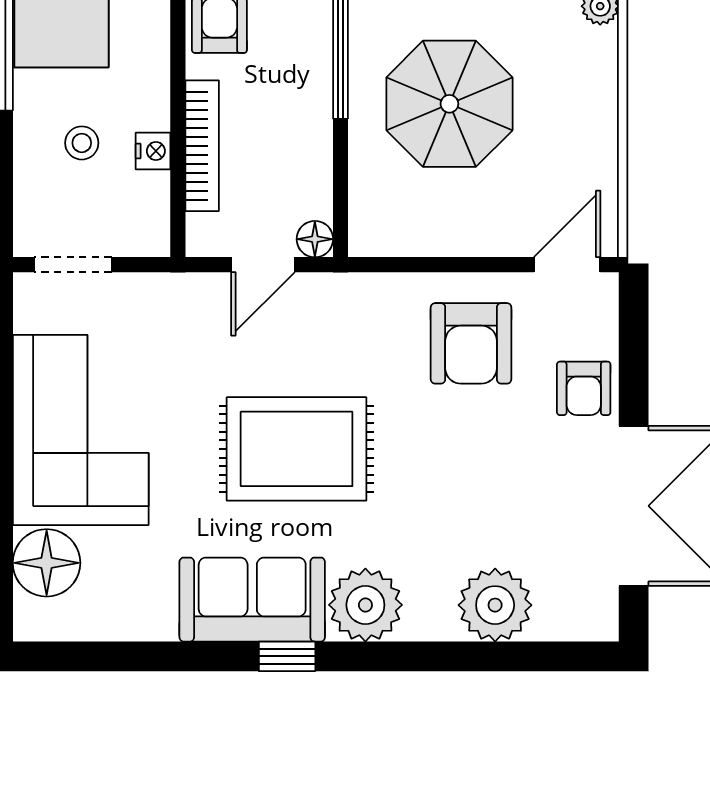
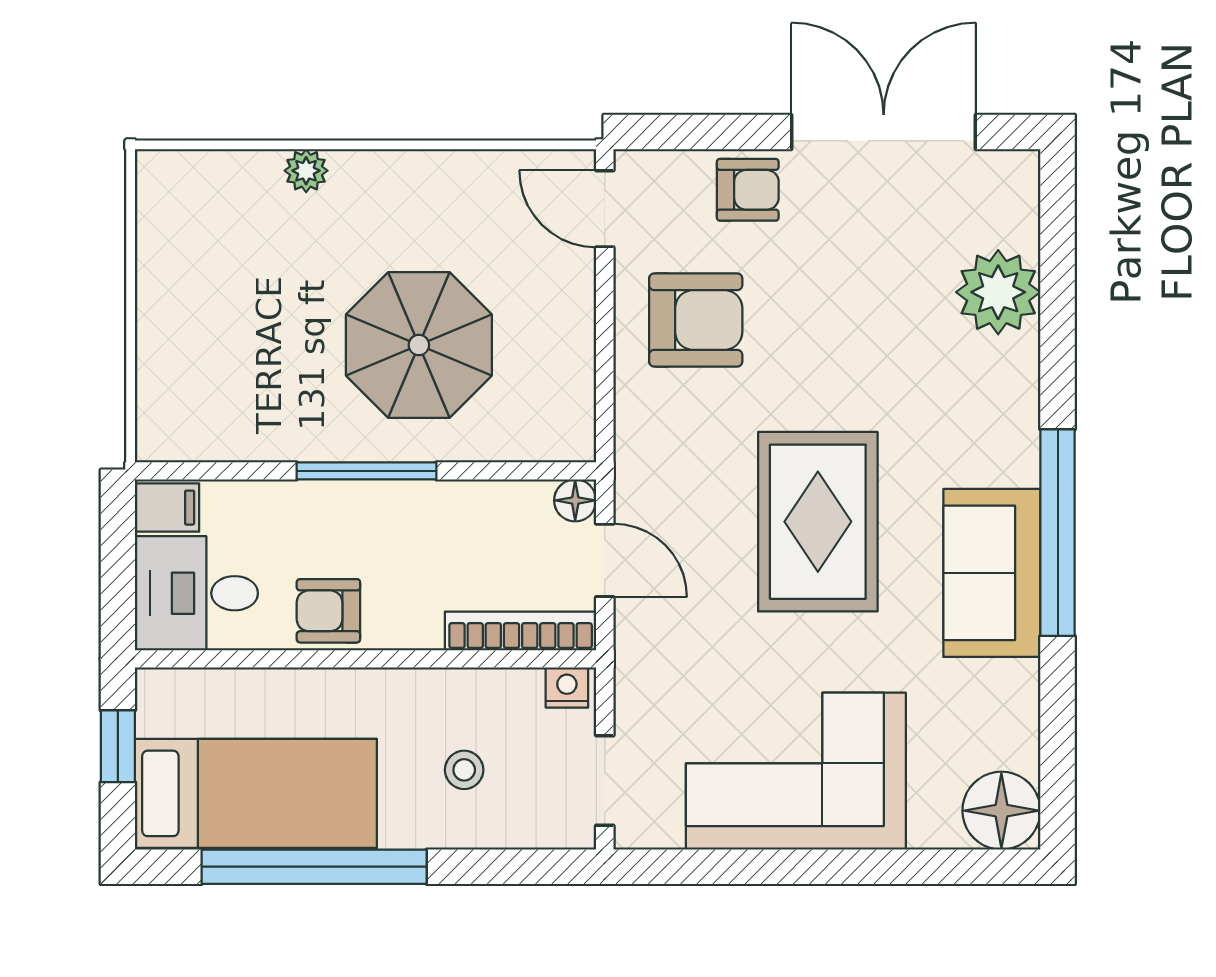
bookcase: (202, 146) -> (521, 631), moved
nightstand: (153, 151) -> (567, 687), moved
floor lamp: (47, 563) -> (1001, 811), moved
plant: (365, 605) -> (998, 442), removed
window: (287, 656) -> (1058, 533), width x3.17

